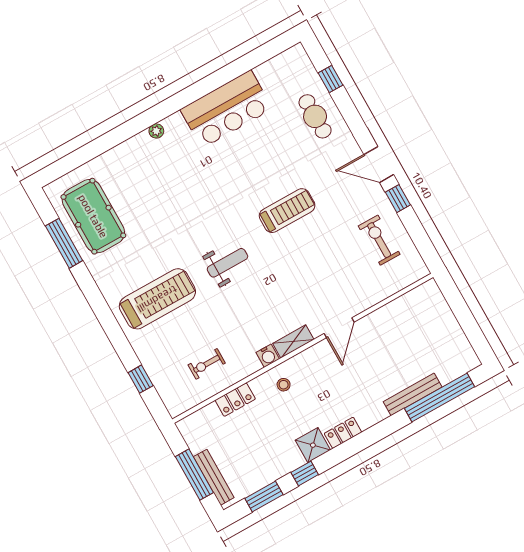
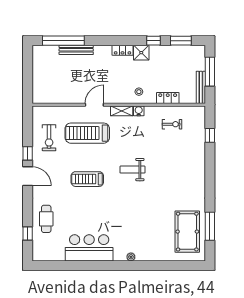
treadmill: (157, 299) -> (87, 133), moved
bench: (214, 477) -> (201, 87), moved

